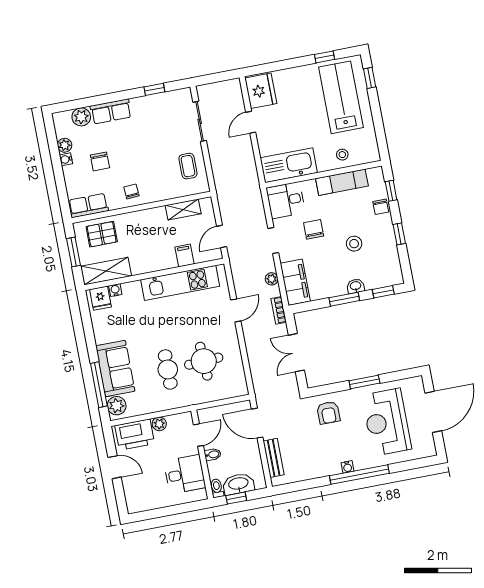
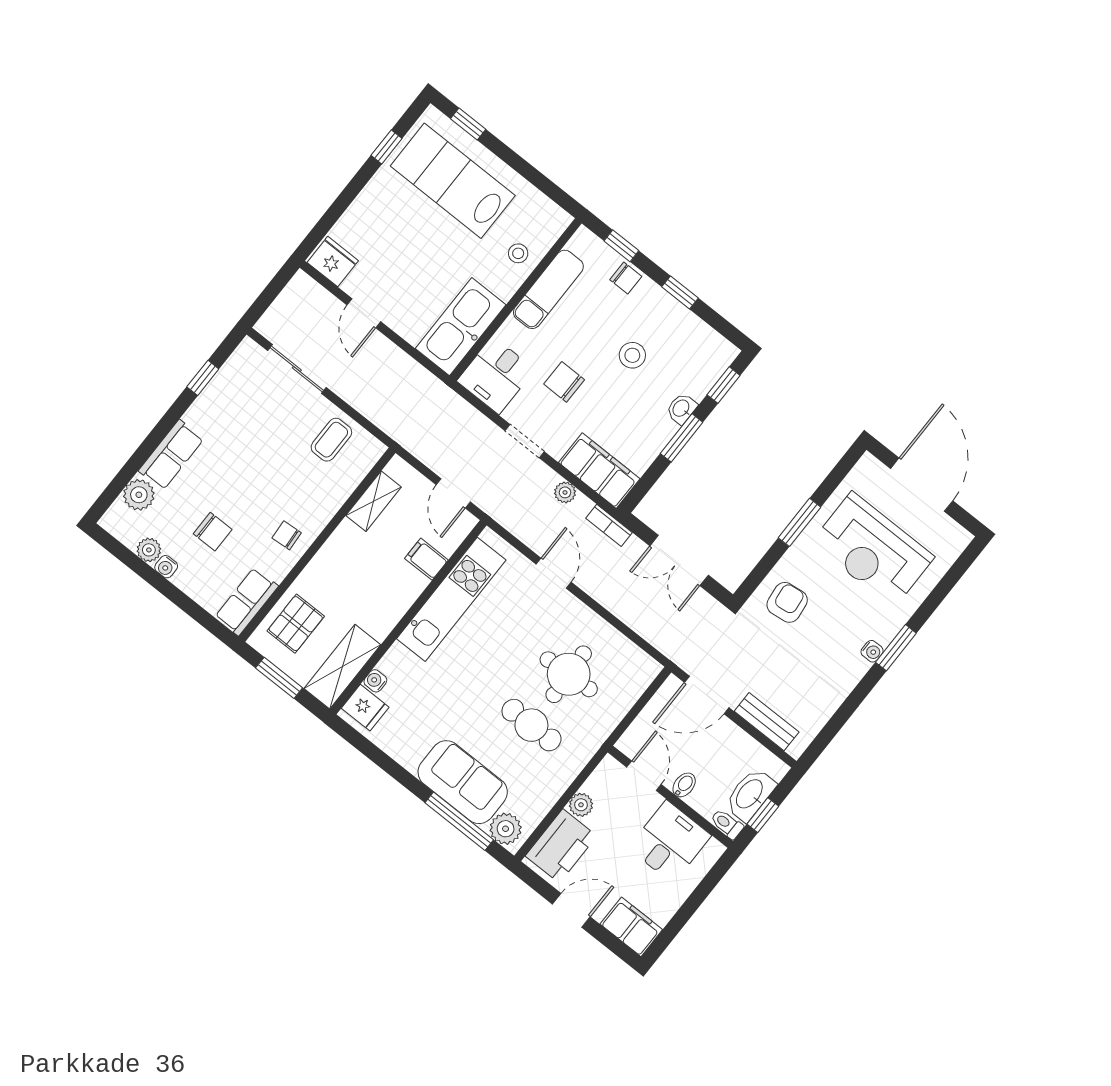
fridge: (261, 91) -> (333, 262), width x0.73, depth x0.75
coffee table: (188, 166) -> (331, 440), turned 90
armchair: (328, 413) -> (787, 602), turned -97
window: (359, 474) -> (896, 648), width x0.47
filing cabinet: (135, 497) -> (631, 927), added

